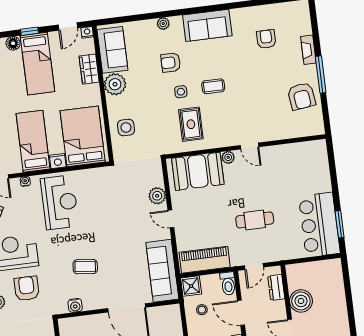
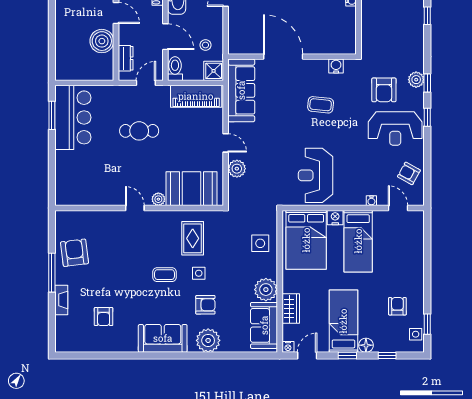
plant: (163, 24) -> (208, 340), width x1.88, depth x1.88
reception desk: (60, 202) -> (316, 175), moved

